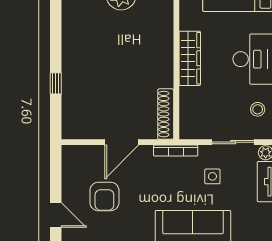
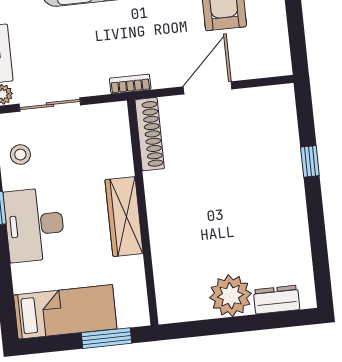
bookcase: (176, 151) -> (130, 84), width x0.64
side table: (212, 176) -> (74, 53), removed

